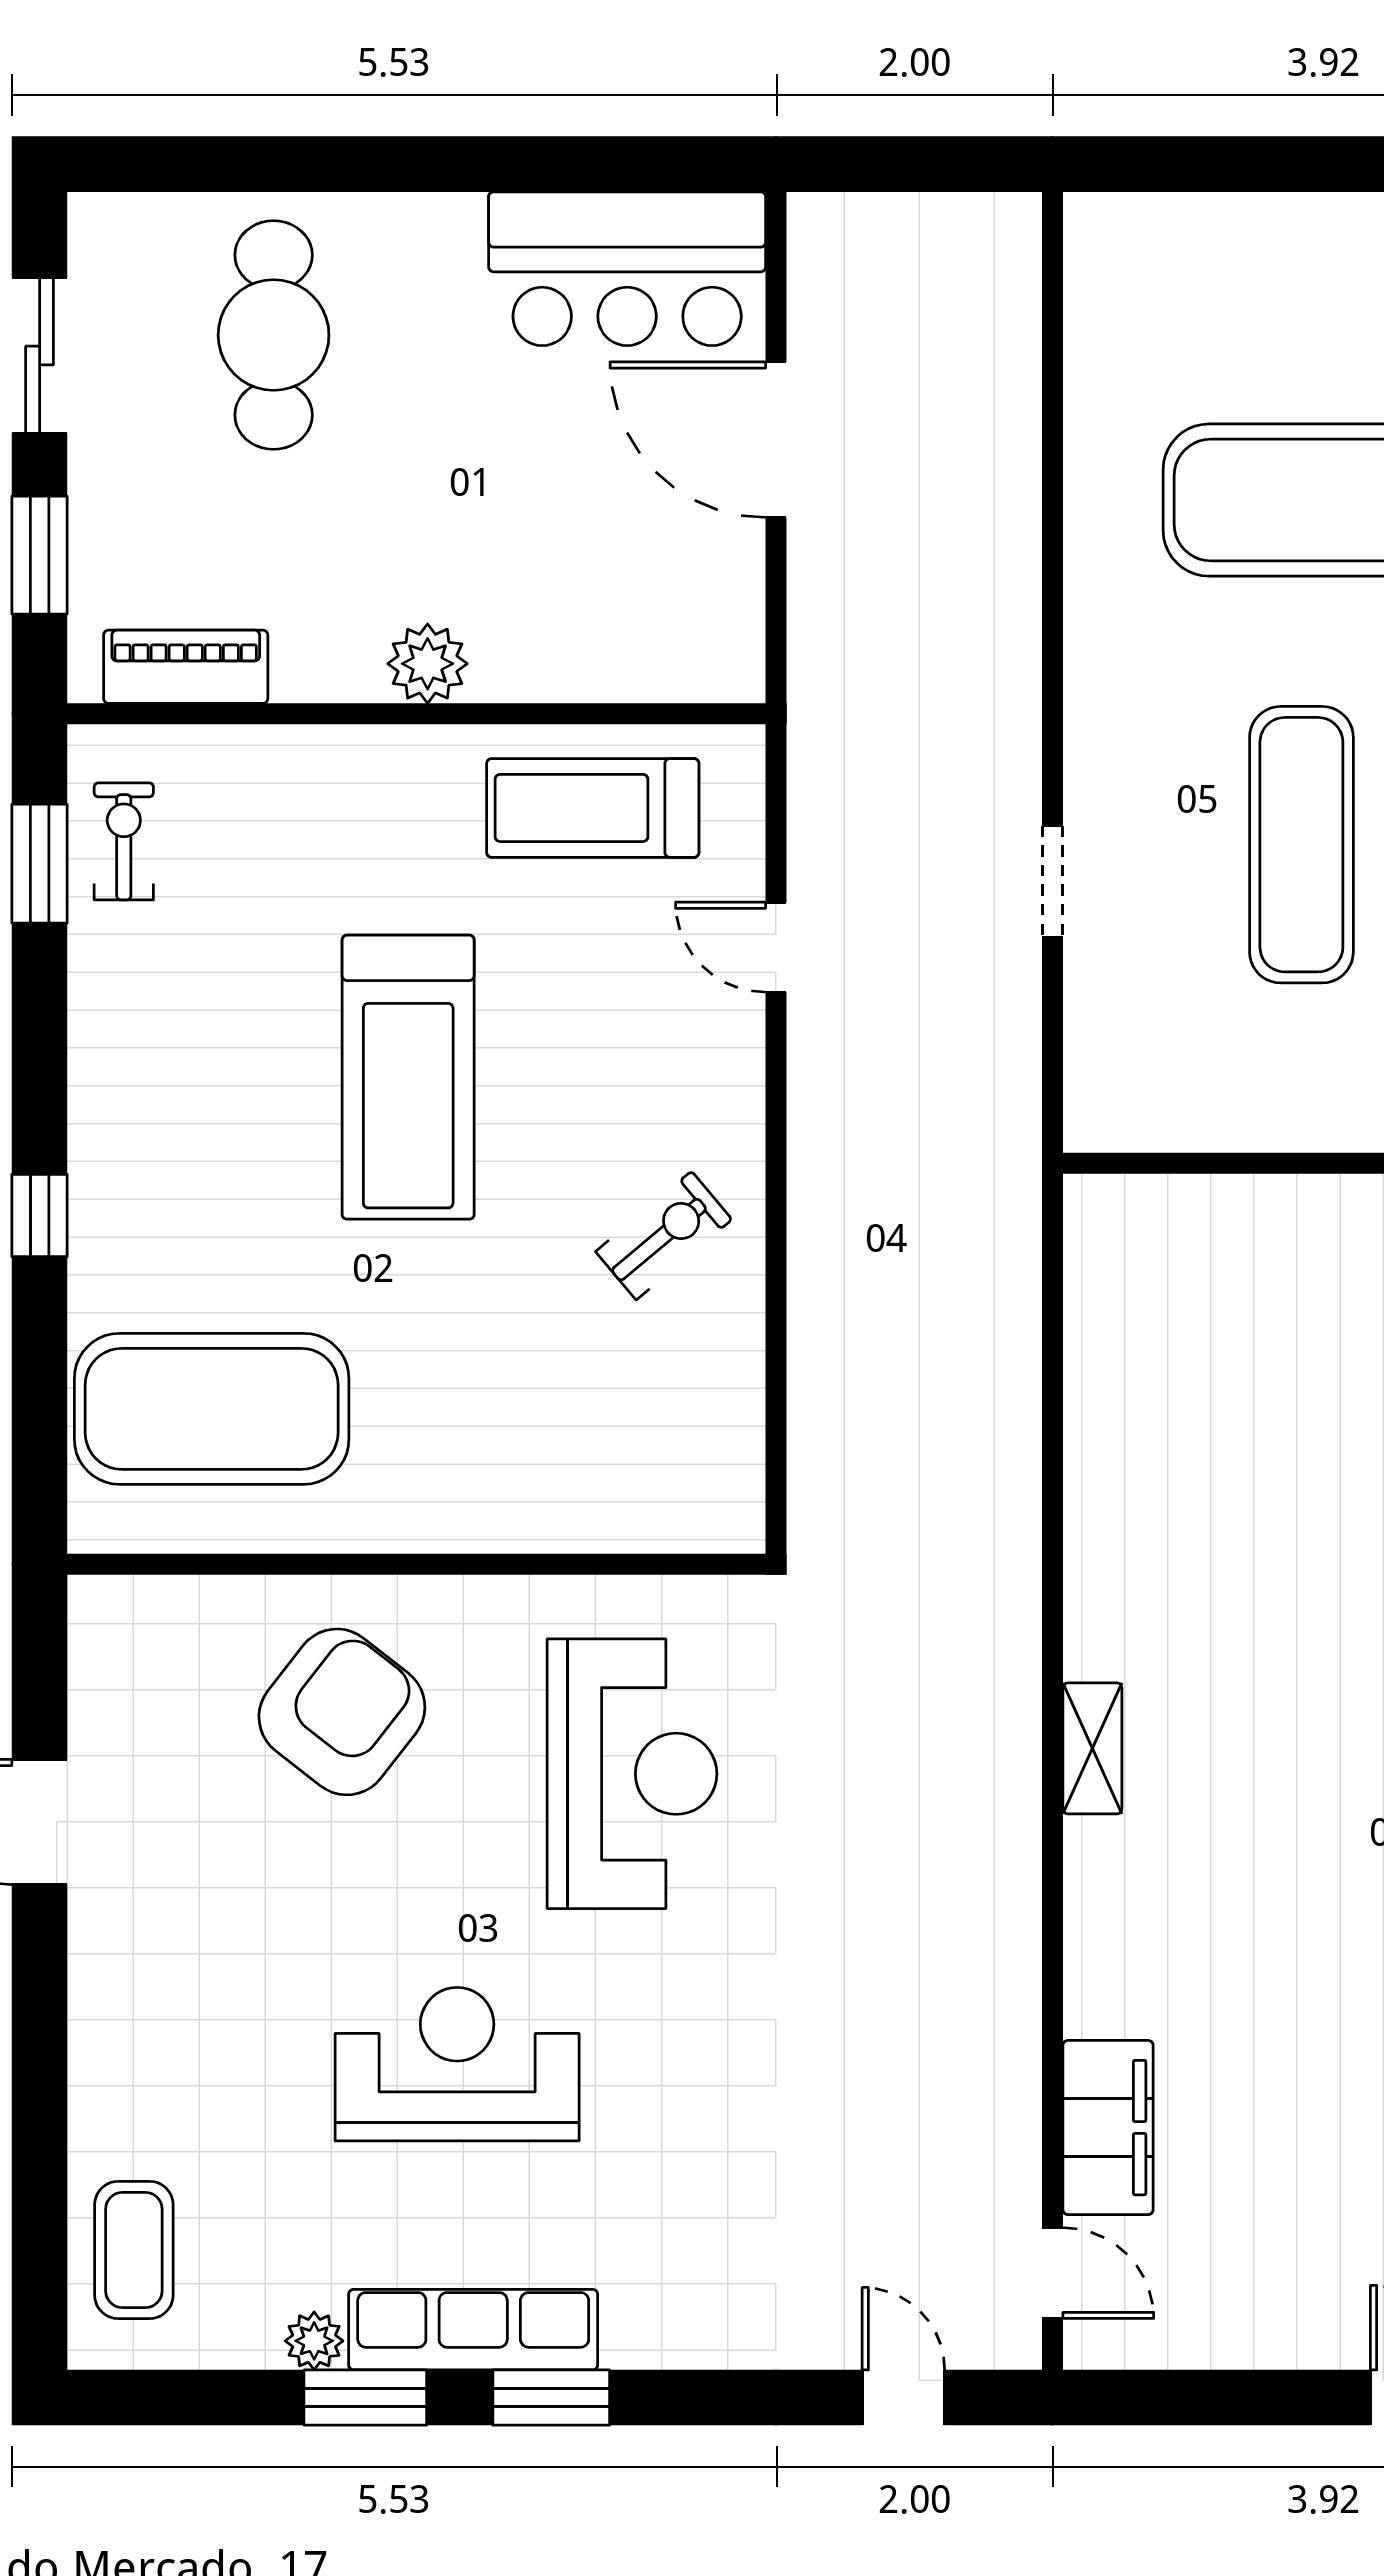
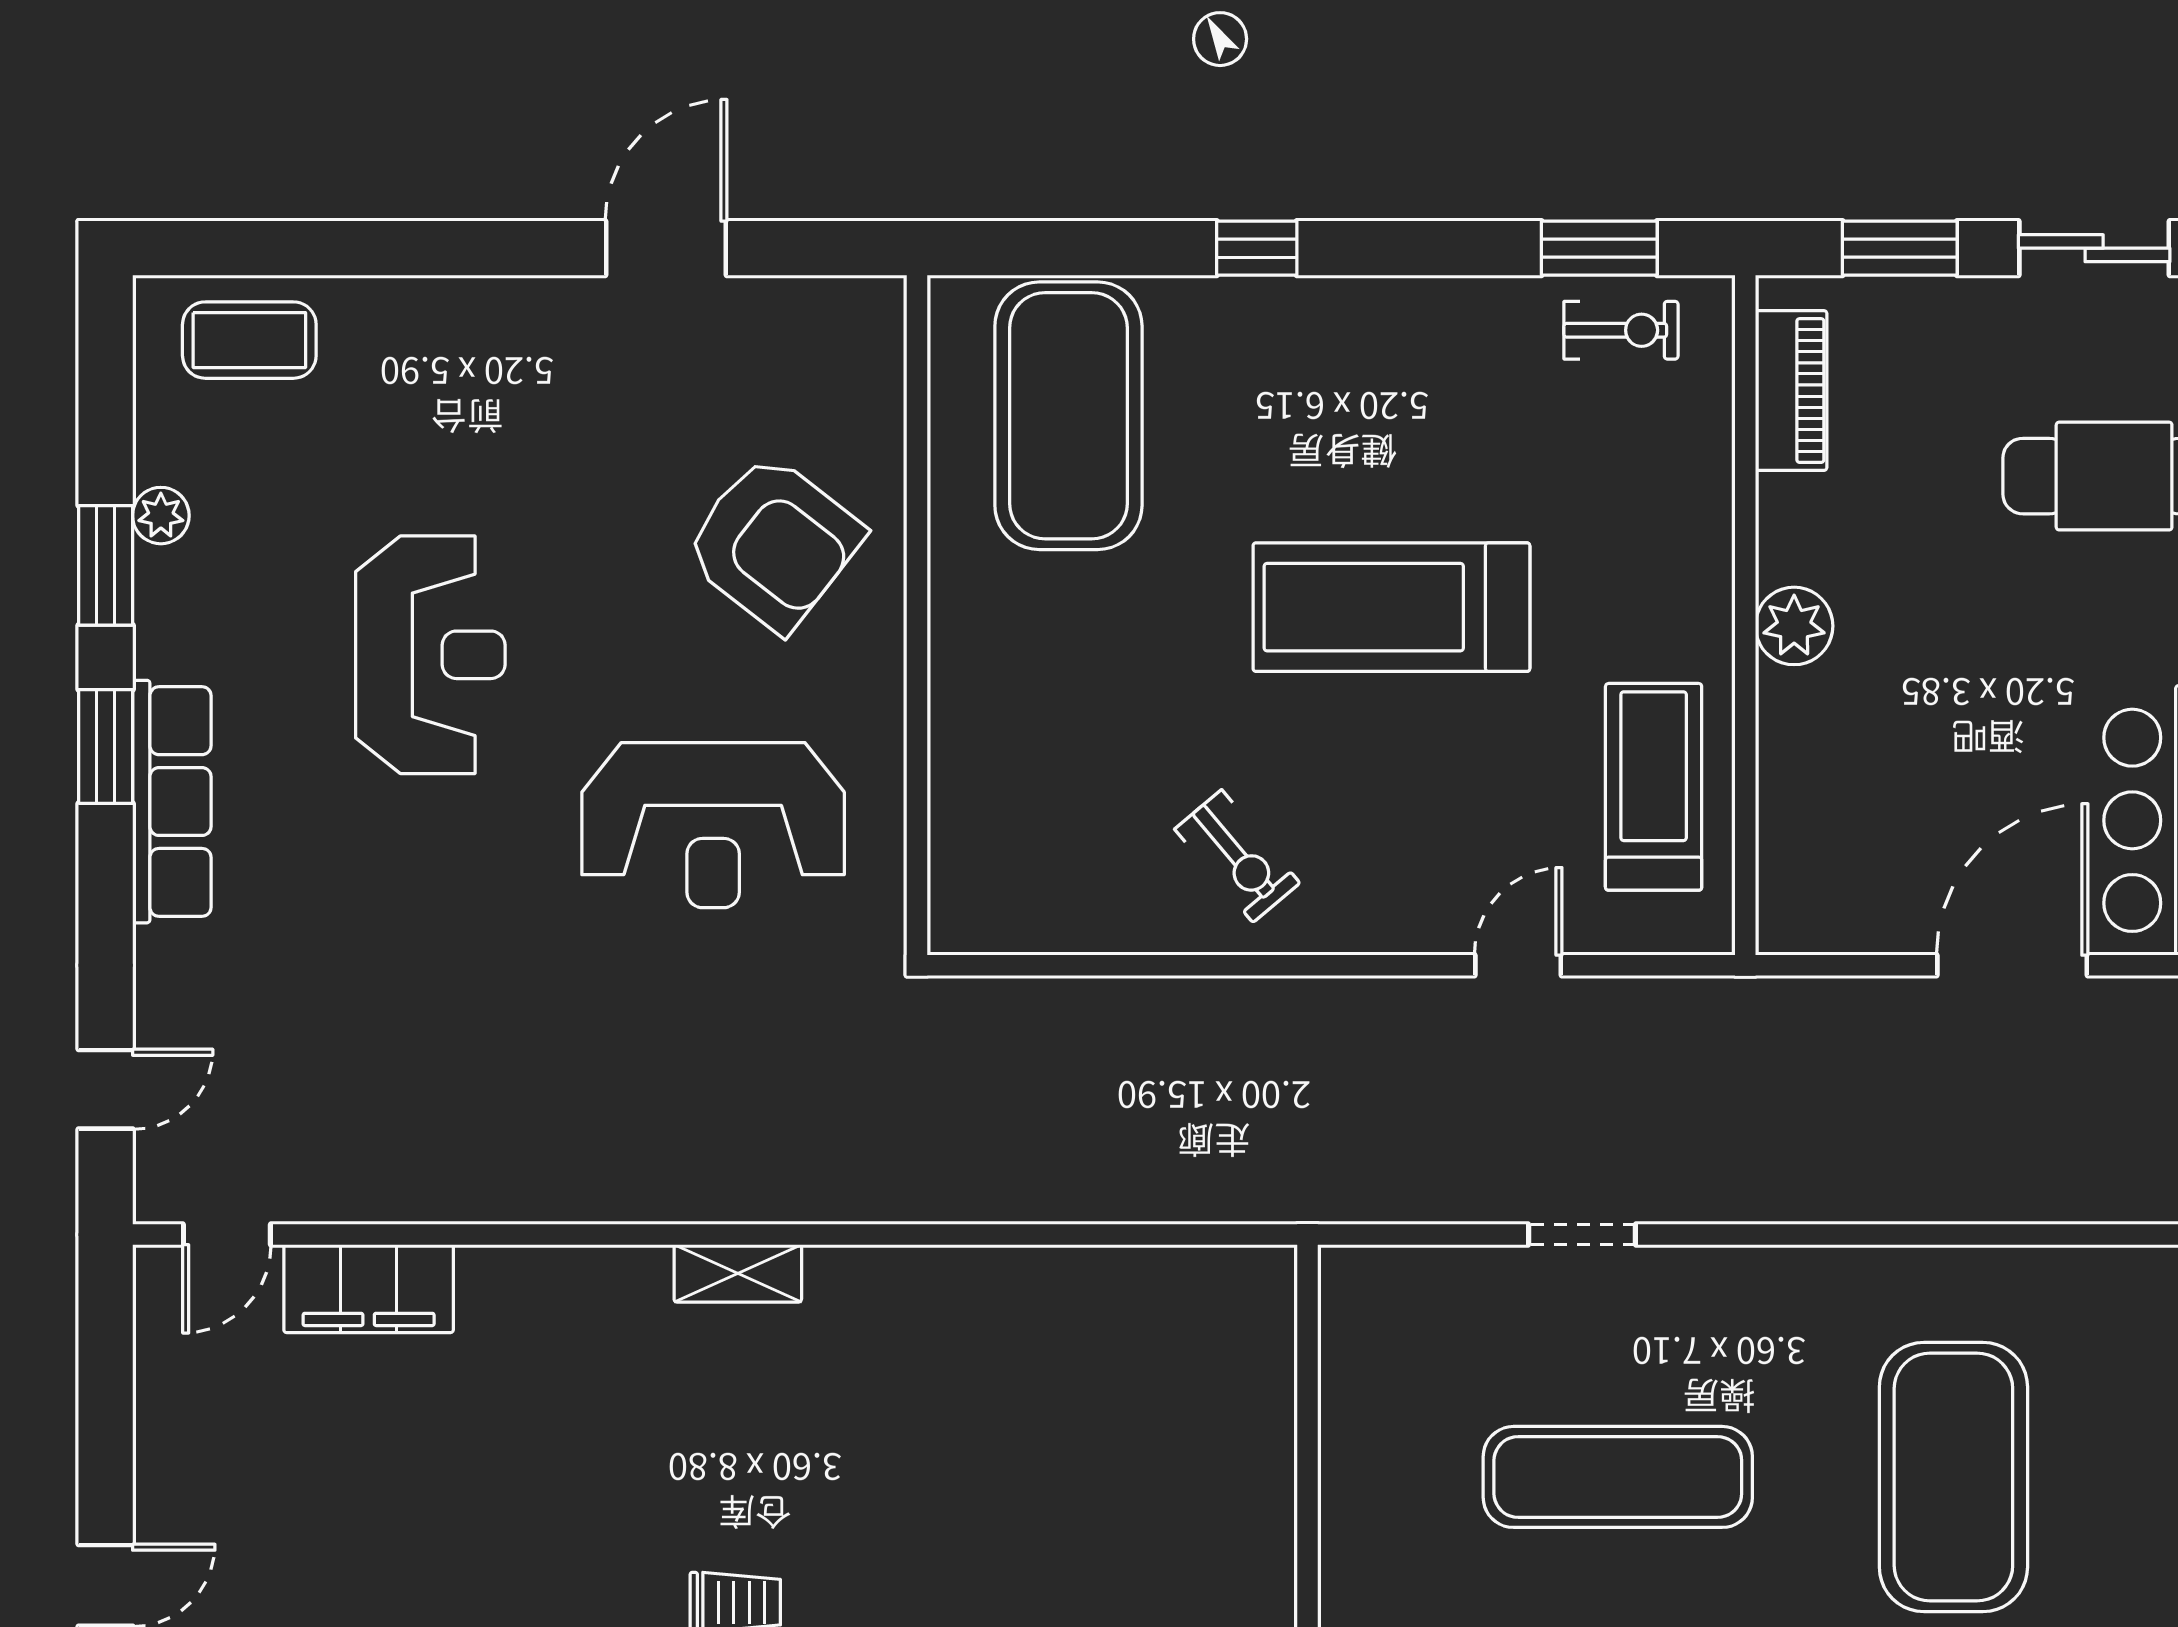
row of seats: (473, 2330) -> (172, 802), moved

